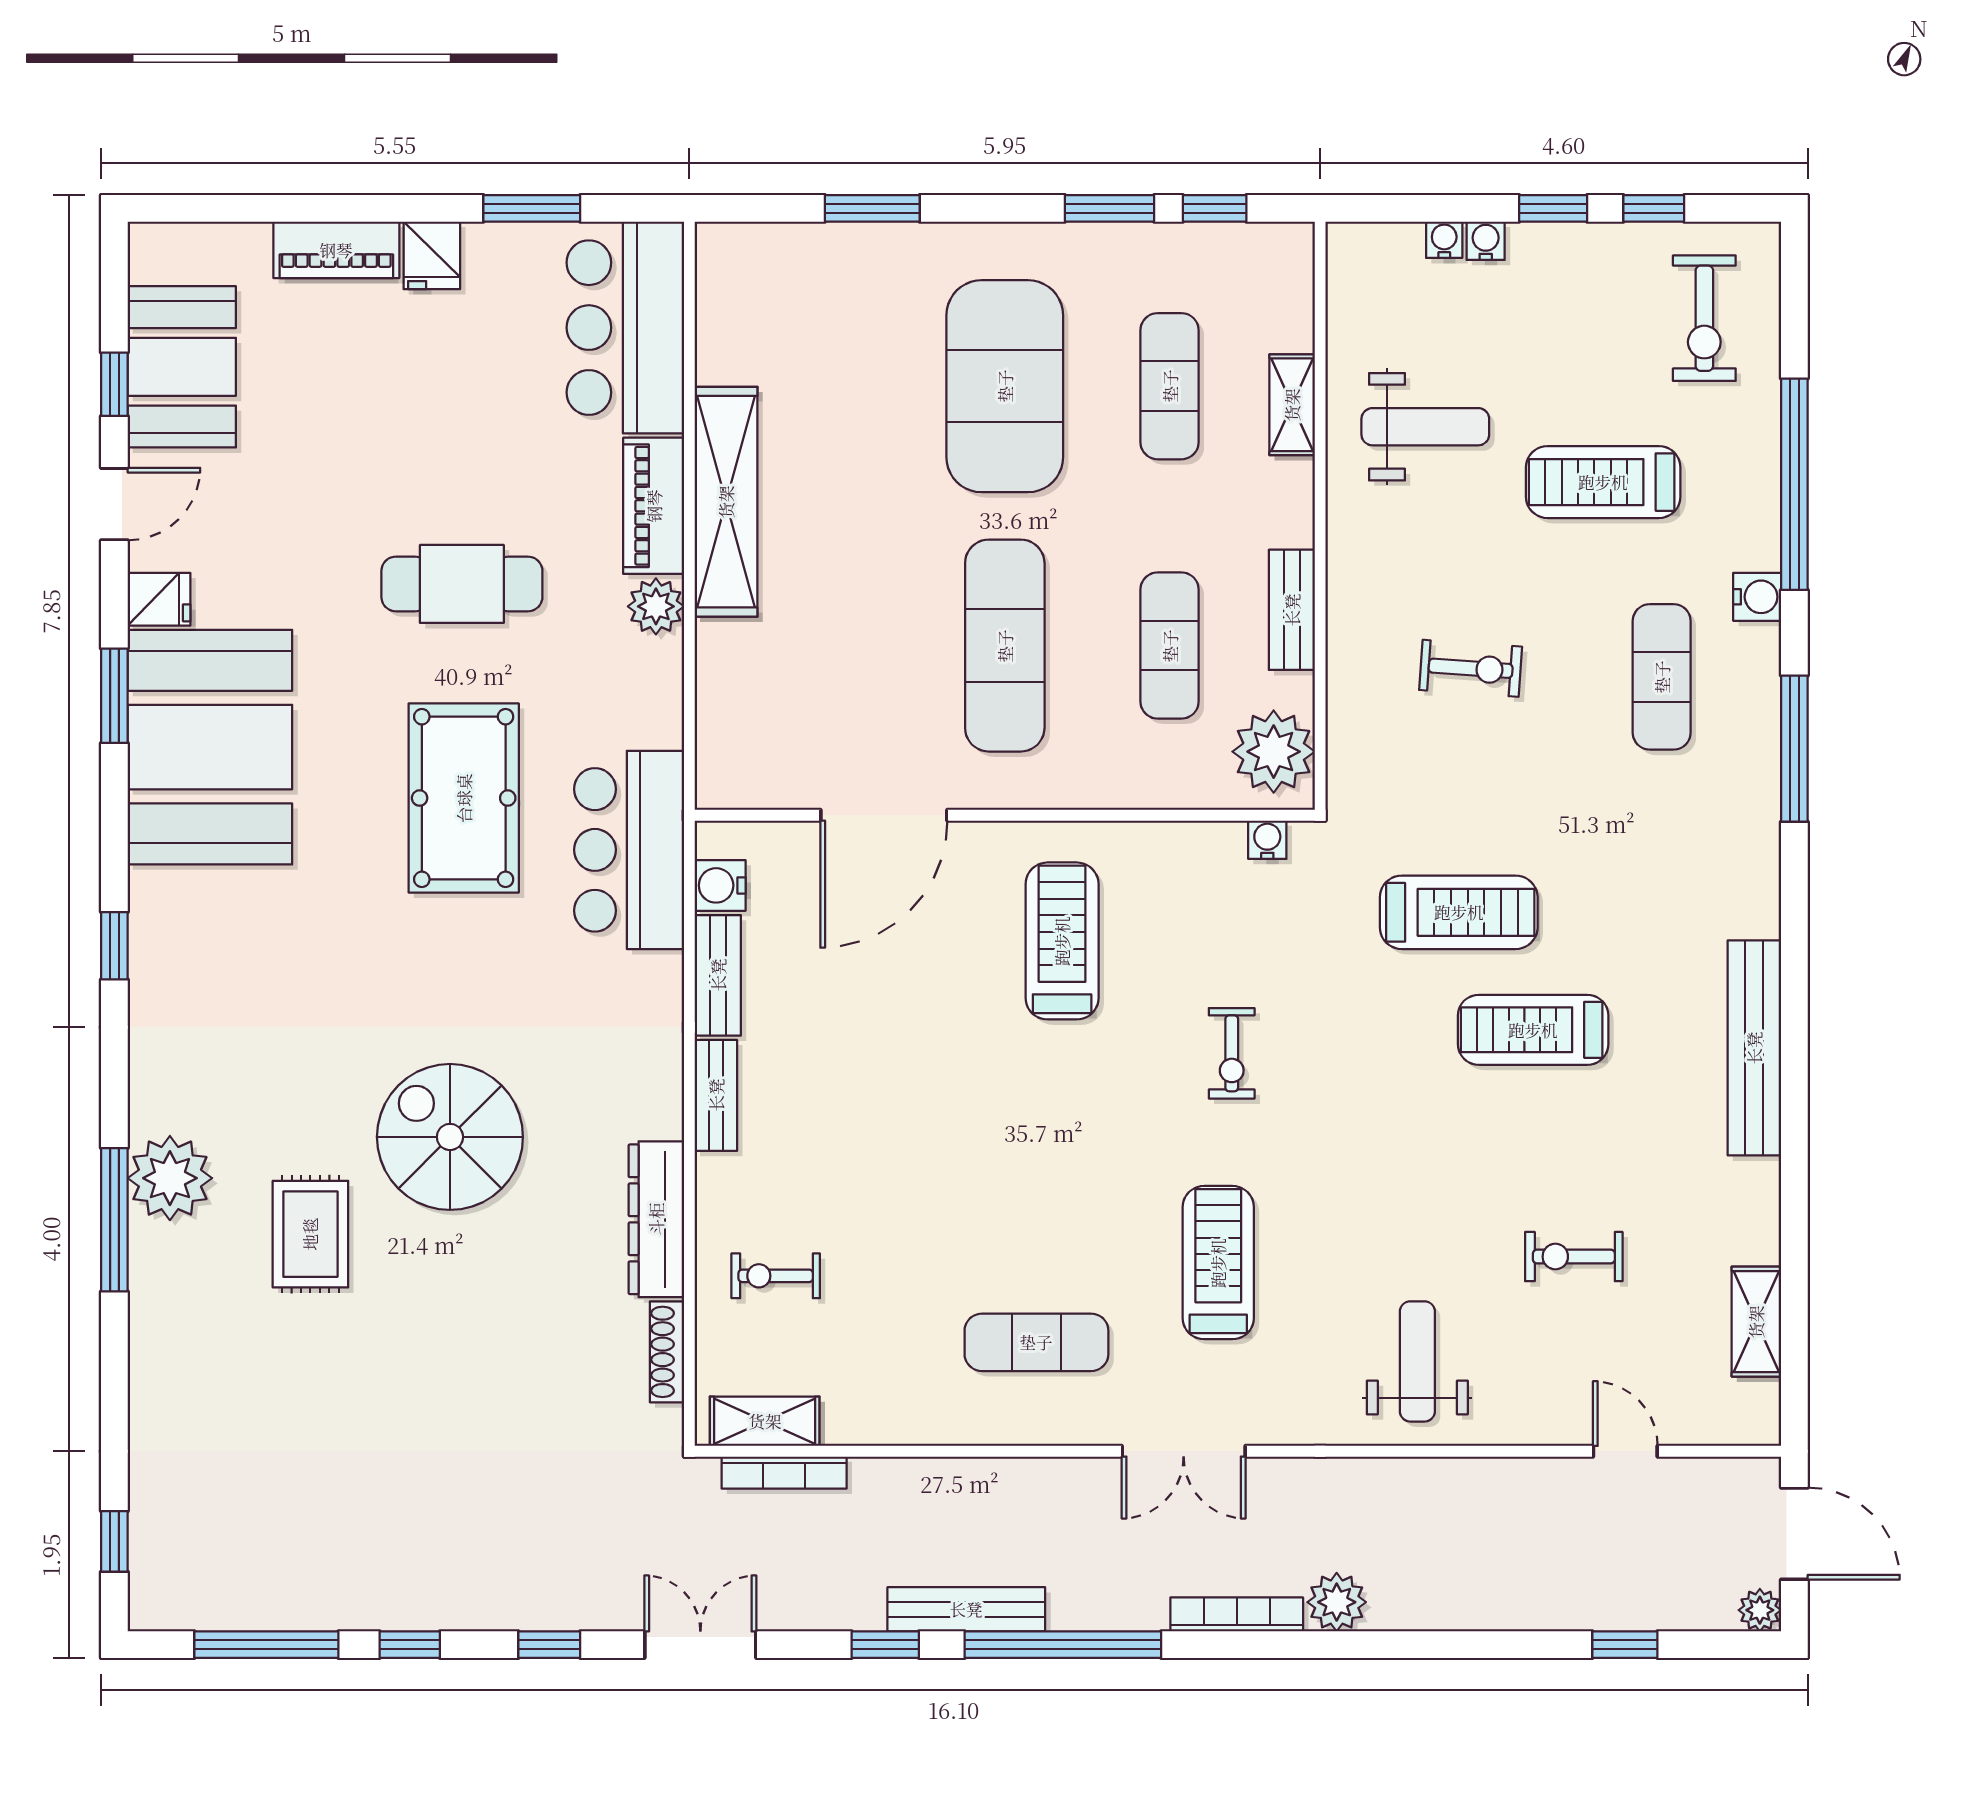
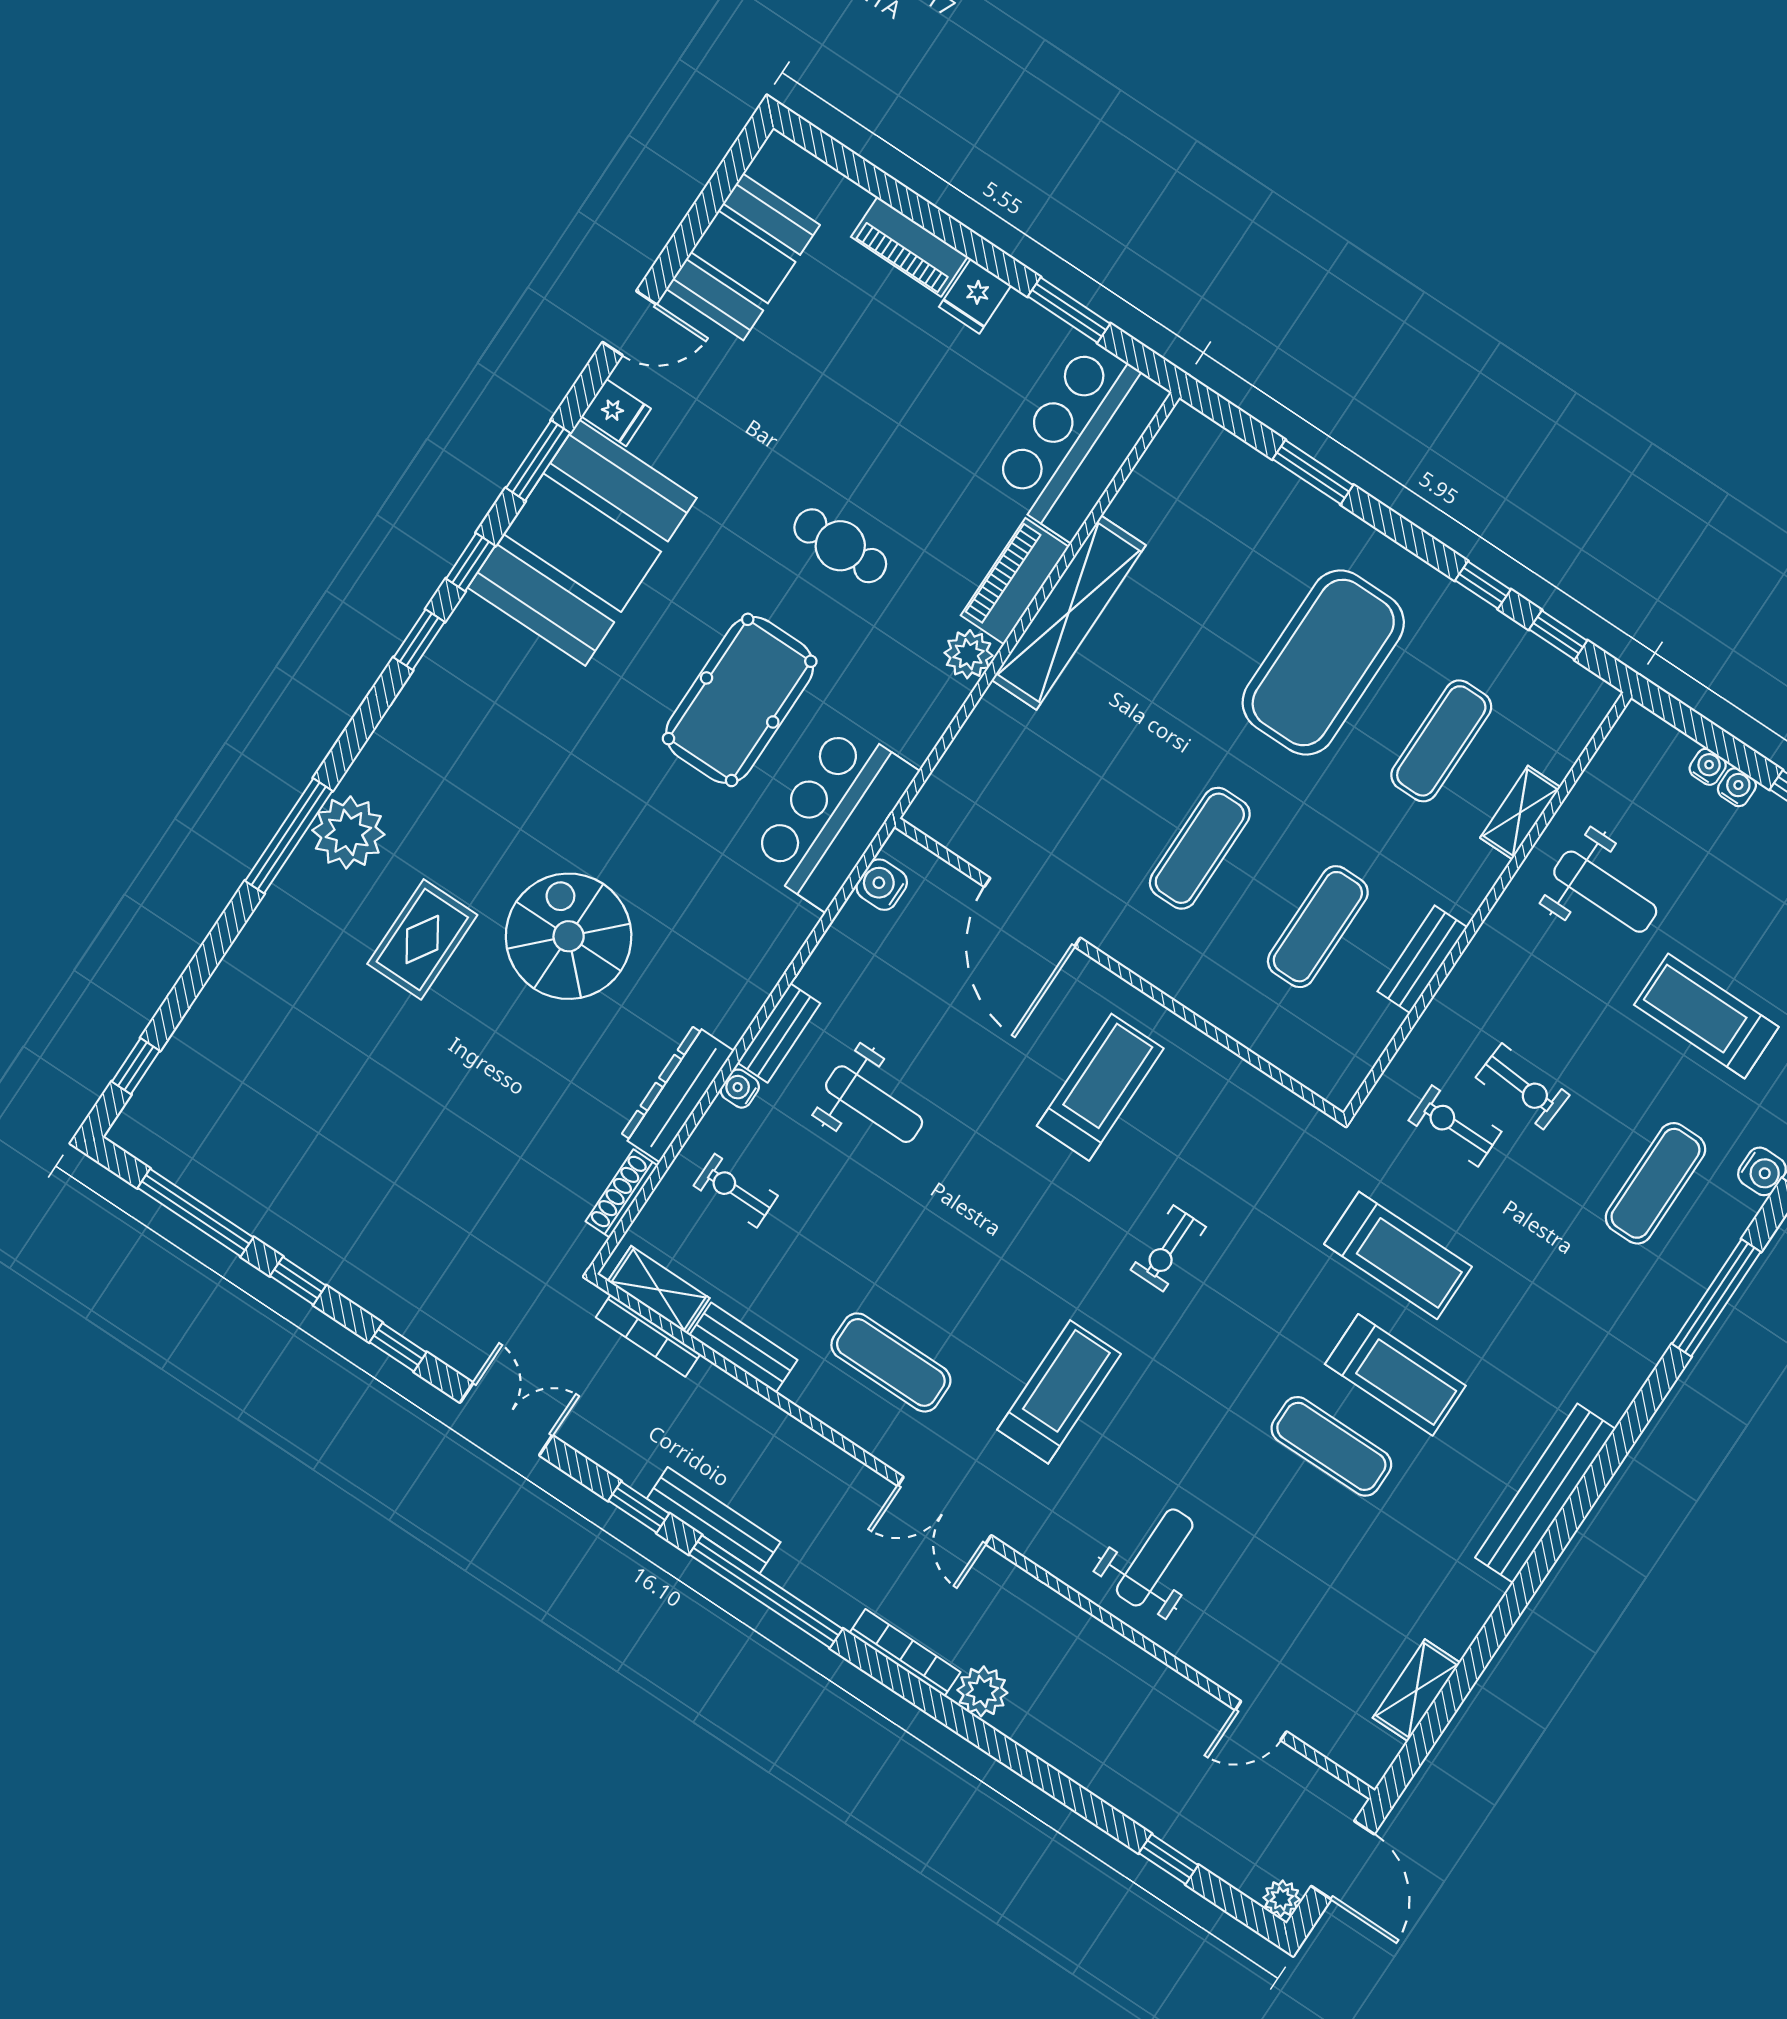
window: (1110, 208) -> (1483, 585), width x0.67
window: (114, 384) -> (471, 562), moved
cafe table: (462, 584) -> (840, 546), width x0.73, depth x0.74
exercise mat: (1005, 646) -> (1200, 848), width x0.73, depth x0.69
plant: (1274, 752) -> (1342, 1052), removed
door: (884, 815) -> (1032, 912), hinge flipped
water cooler: (1267, 840) -> (740, 1089), moved, turned -90
bench: (718, 975) -> (743, 1348), moved, turned 90
treadmill: (1533, 1030) -> (1395, 1375), turned 180
weight bench: (854, 1103) -> (874, 1104), added
exercise mat: (1517, 1140) -> (1331, 1446), added
exercise bike: (1574, 1257) -> (1455, 1126), moved
door: (1625, 1451) -> (1261, 1721), swing flipped

